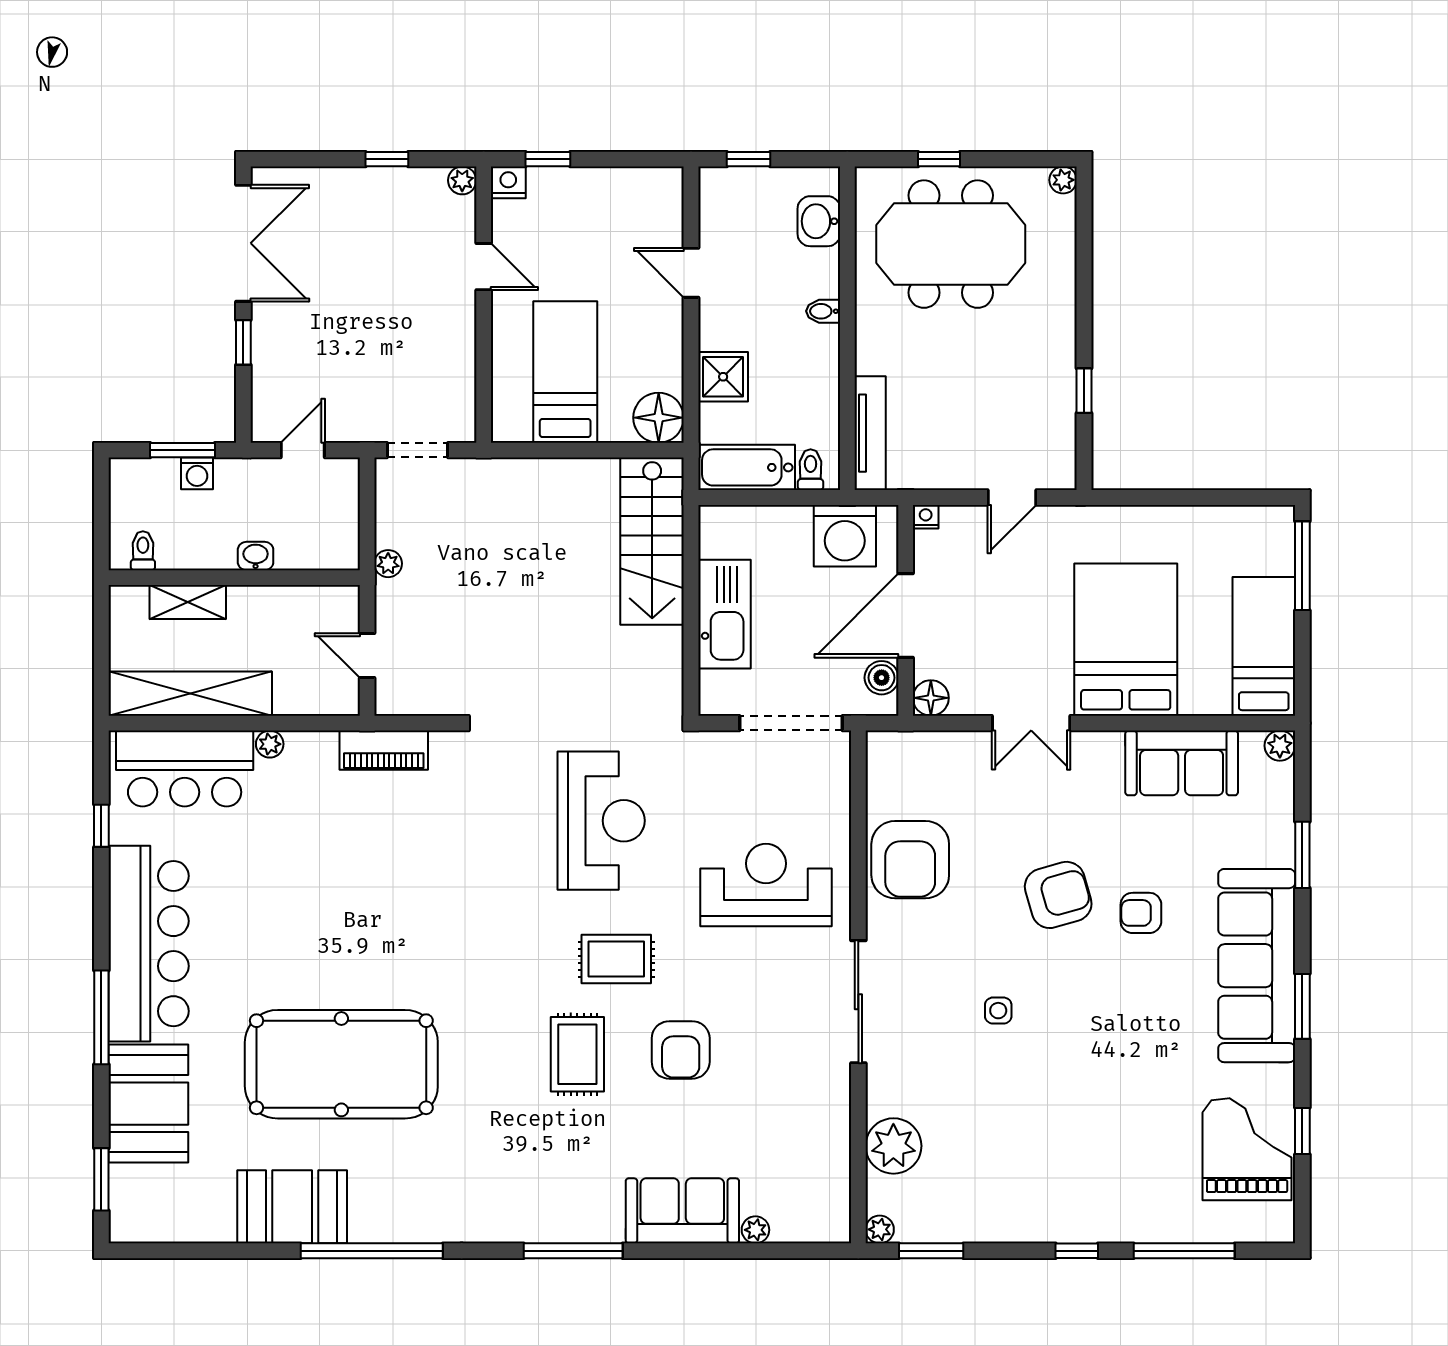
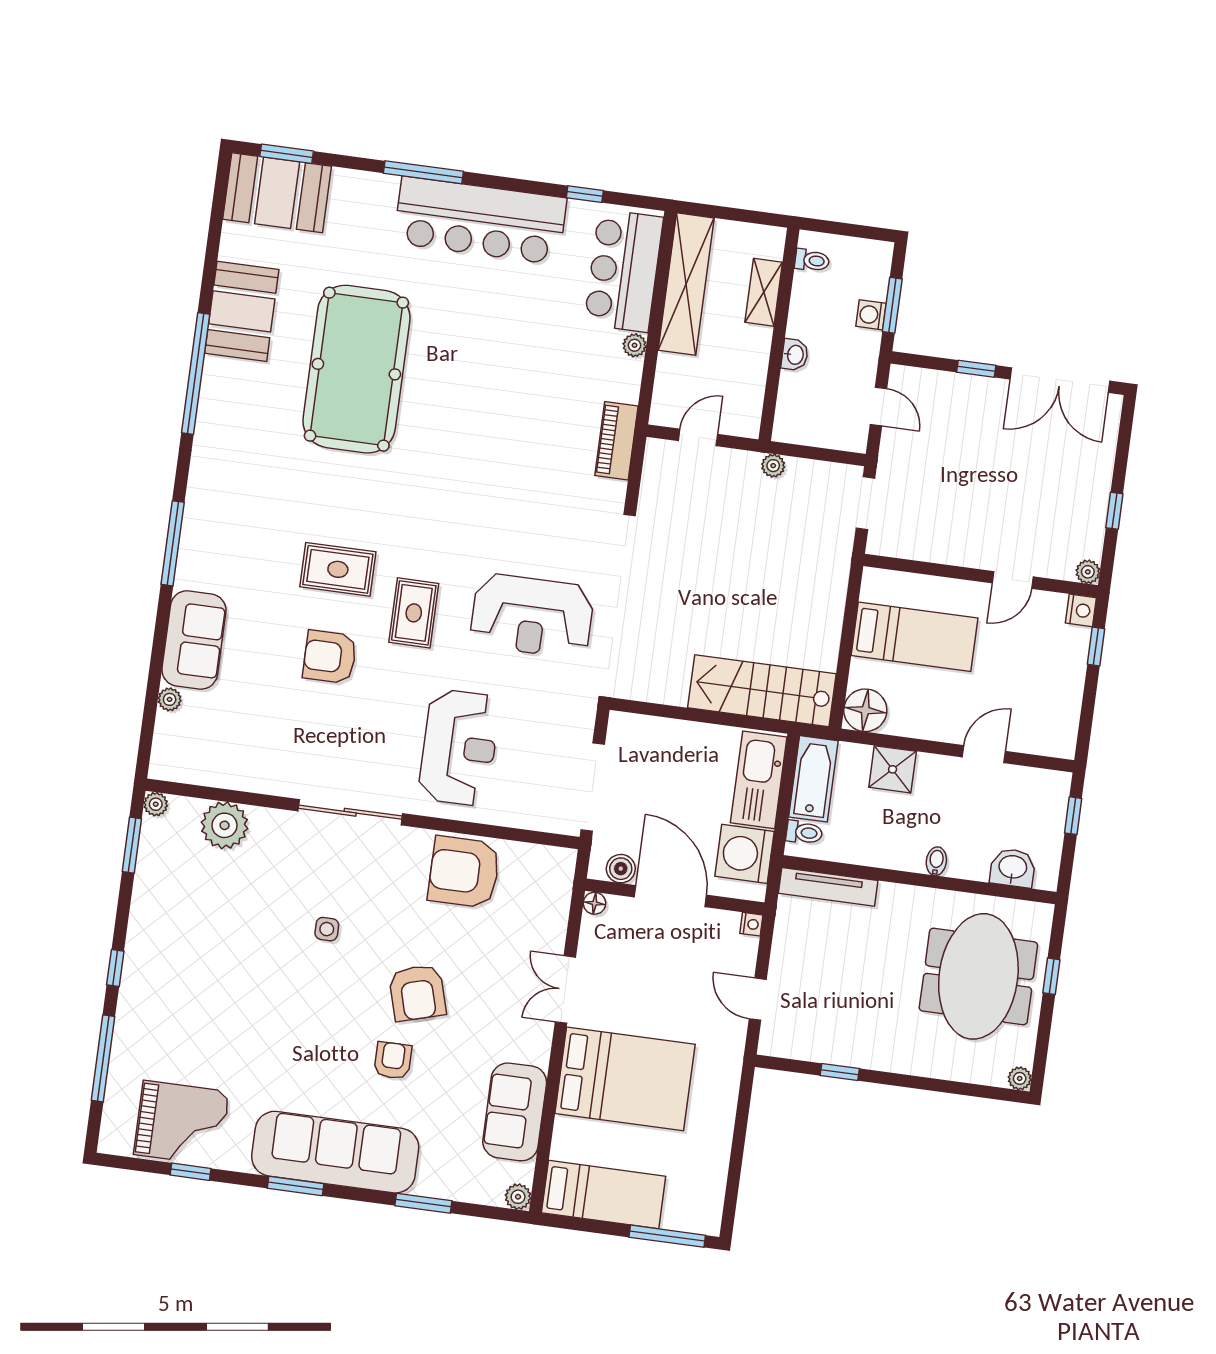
kitchen sink: (724, 614) -> (759, 780), moved, turned 90
floor lamp: (931, 698) -> (594, 903), width x0.73, depth x0.73
booth: (148, 1104) -> (277, 193), moved

